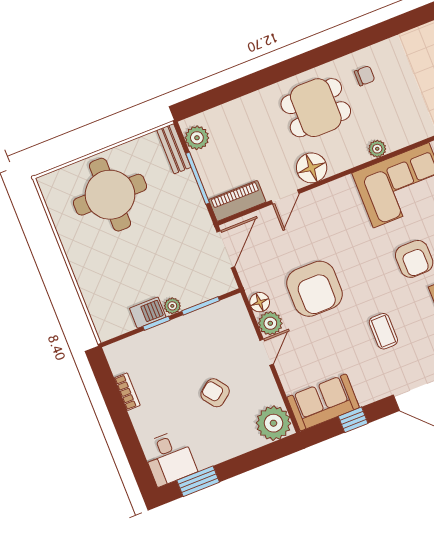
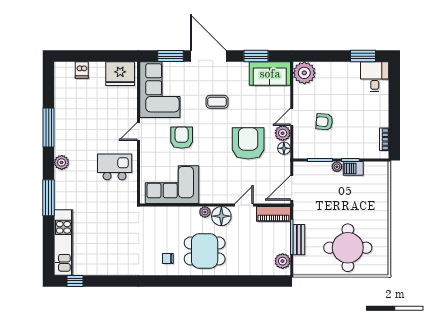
bench: (174, 149) -> (299, 240), moved
plant: (377, 149) -> (205, 212), moved
coffee table: (383, 331) -> (217, 102), turned 90
bookcase: (127, 392) -> (384, 139), moved
armchair: (215, 393) -> (324, 122), moved, turned 132
window: (353, 420) -> (256, 56), width x1.50

